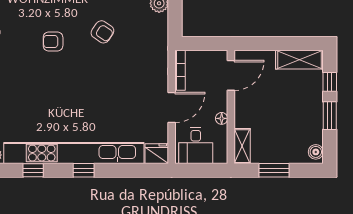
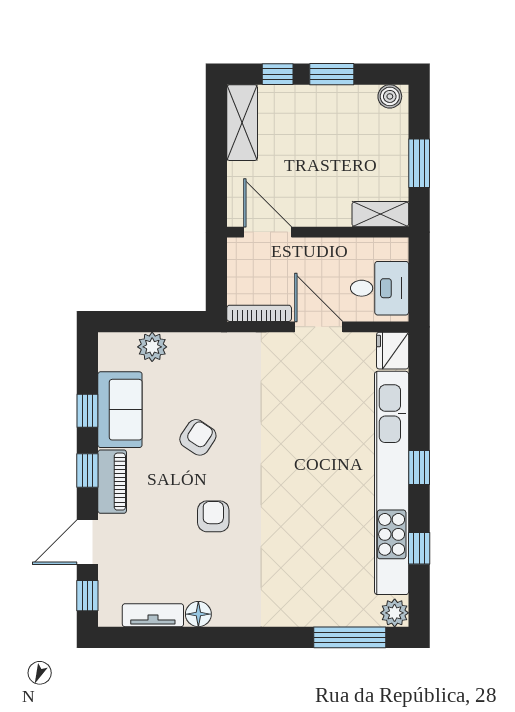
armchair: (53, 42) -> (213, 516), turned 180
floor lamp: (222, 118) -> (336, 247), removed

